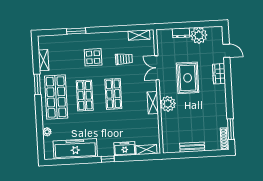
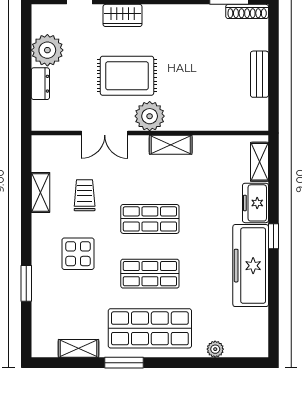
shelving: (139, 35) -> (41, 192), moved
plant: (168, 104) -> (150, 116), moved
freezer: (75, 149) -> (251, 266), moved

